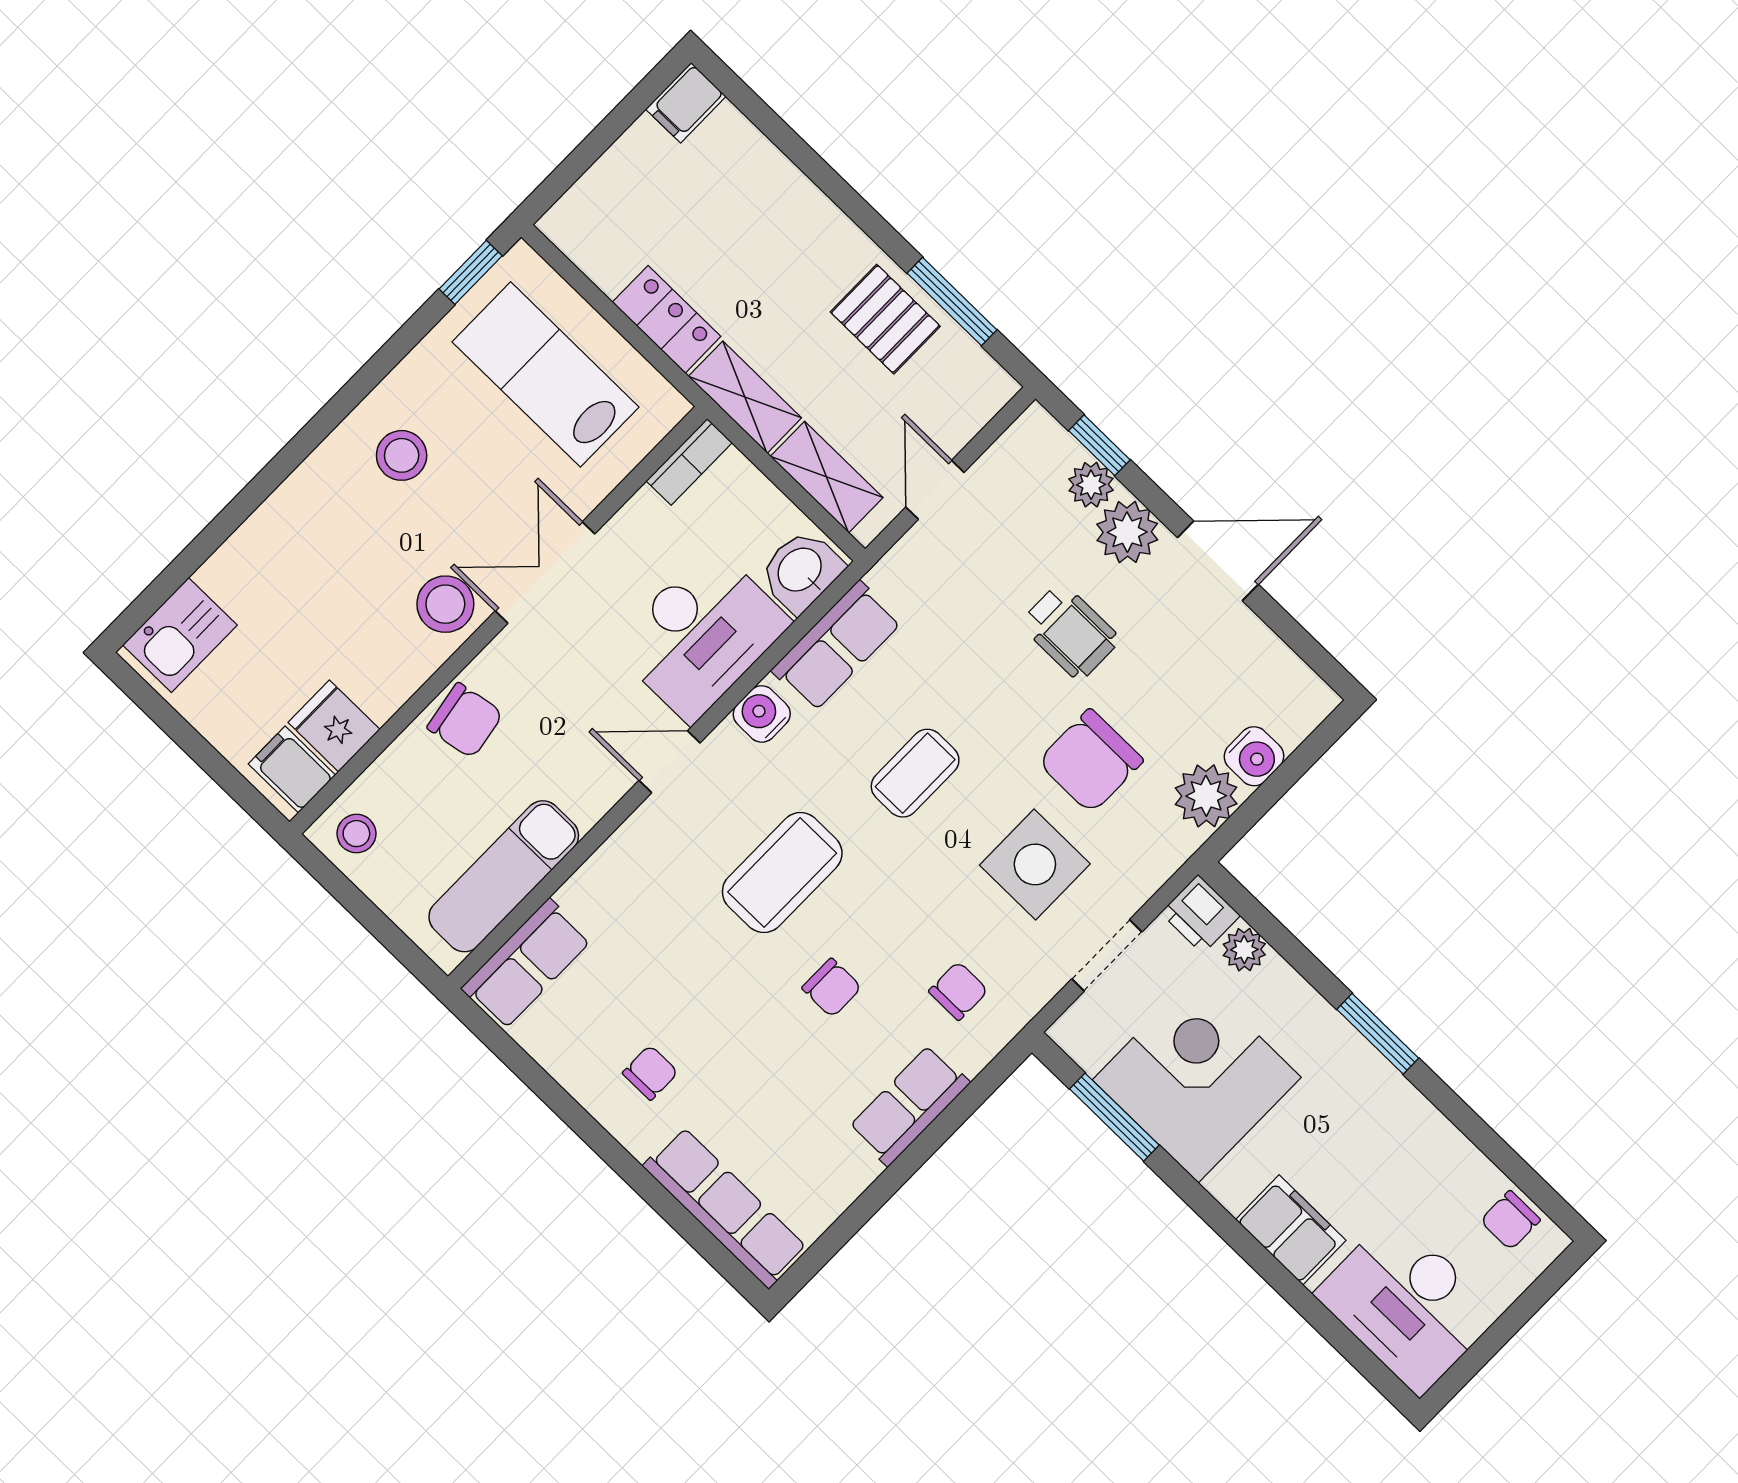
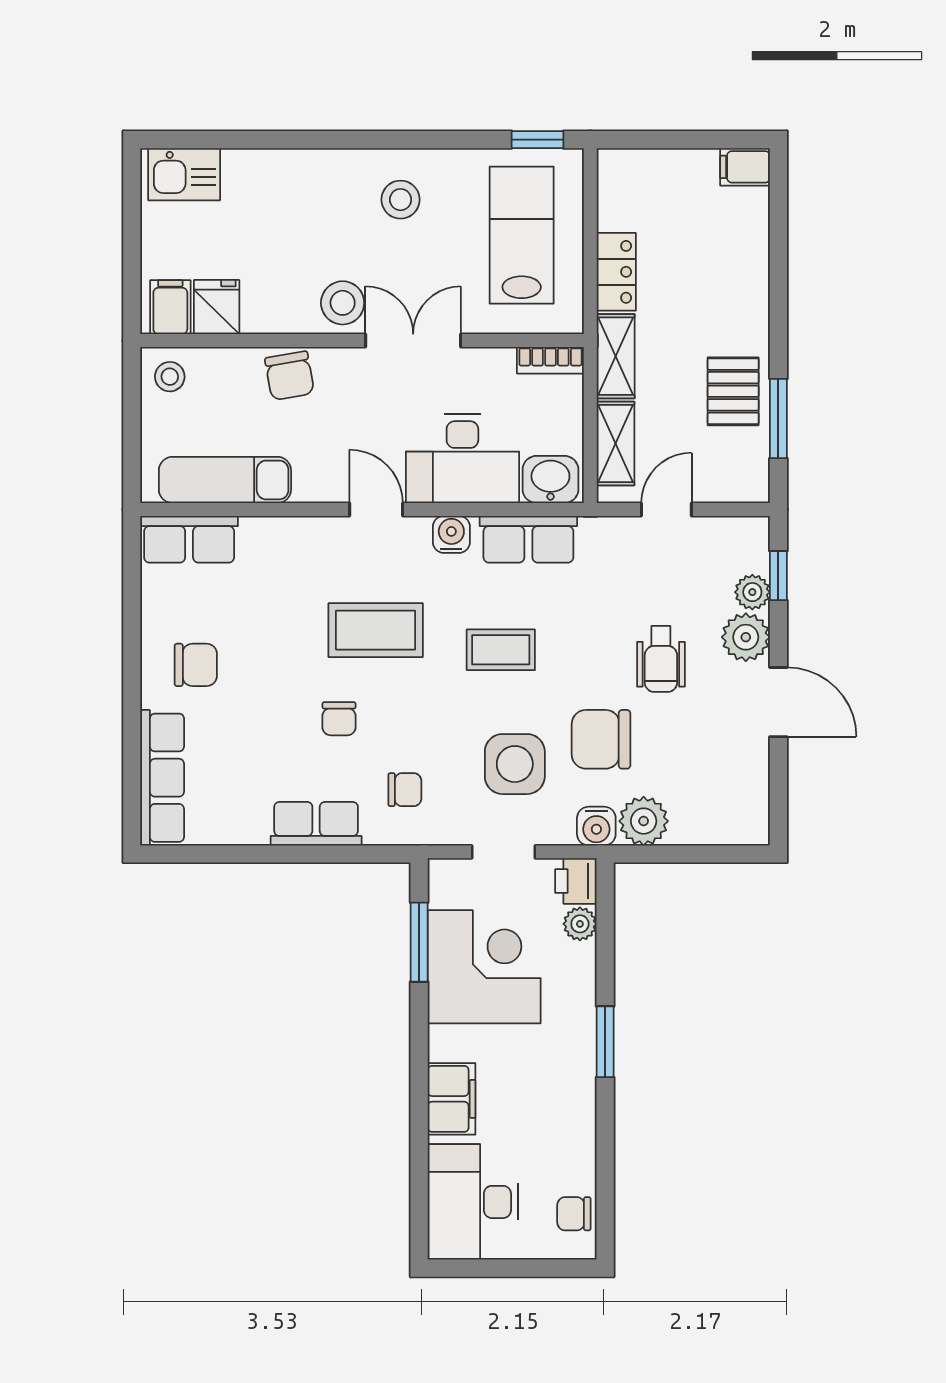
water cooler: (1254, 756) -> (596, 826), moved
chair: (650, 1073) -> (196, 665), width x1.37, depth x1.37

